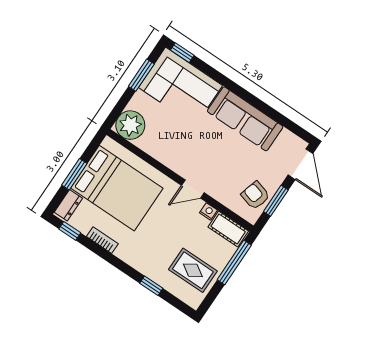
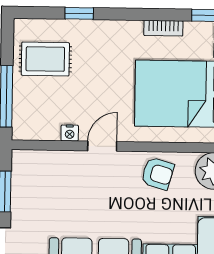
armchair: (255, 195) -> (158, 174), moved
cot: (228, 229) -> (36, 128), removed

